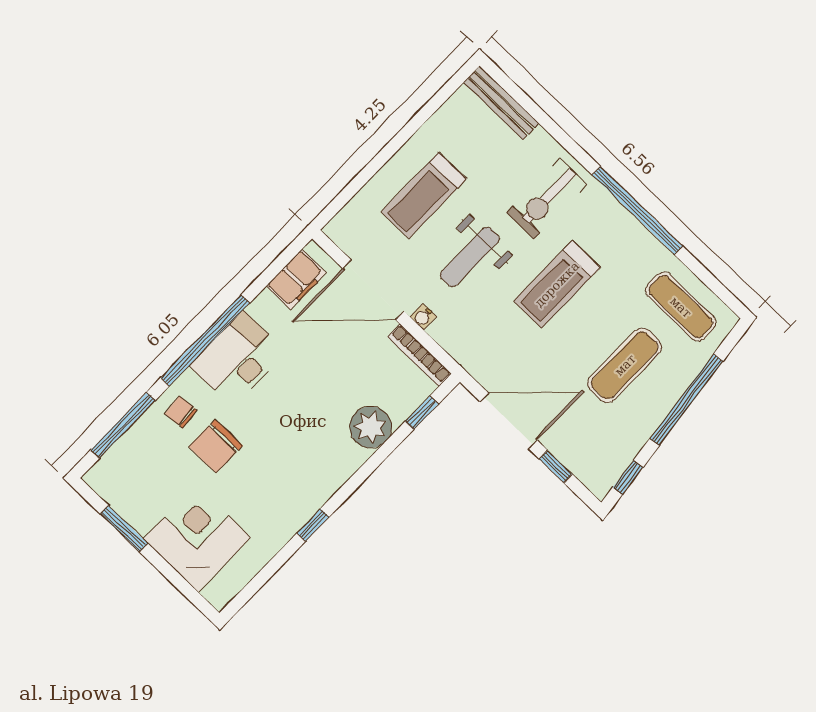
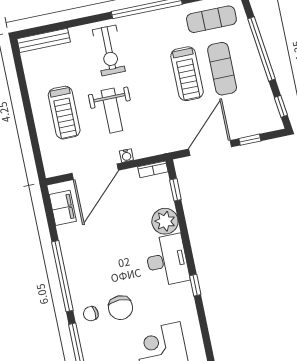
treadmill: (557, 284) -> (187, 74), moved
bookcase: (419, 355) -> (153, 169), width x0.64
desk: (238, 359) -> (167, 260), moved, turned 180

